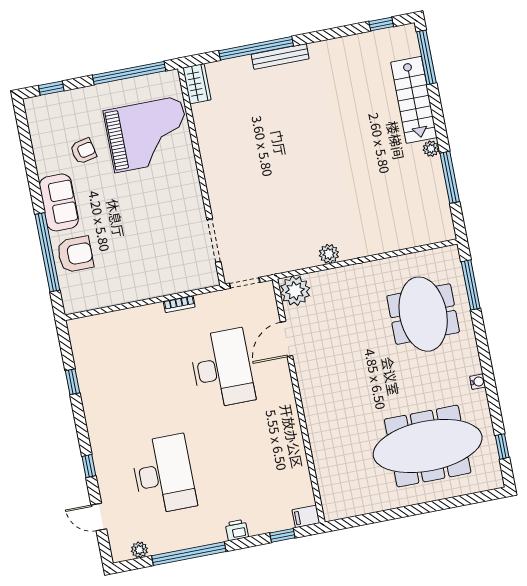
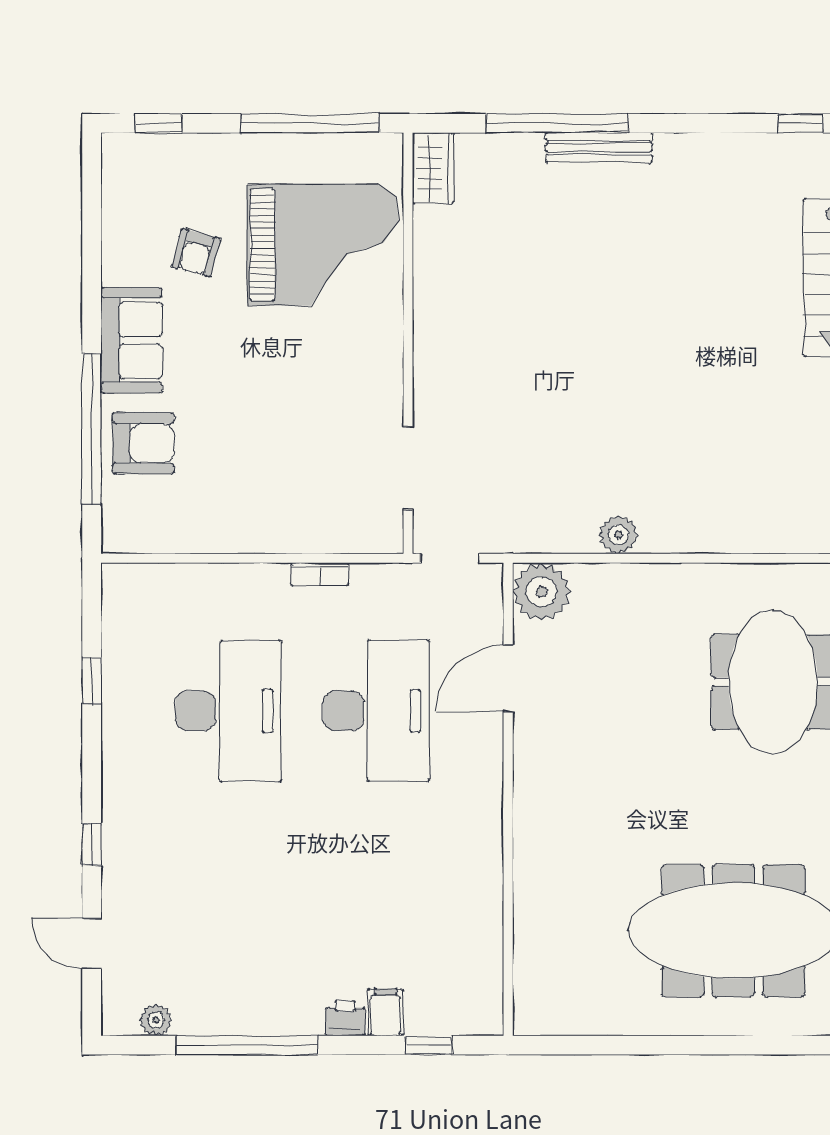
armchair: (83, 151) -> (196, 253), turned 117
desk: (164, 475) -> (228, 711), moved
filing cabinet: (306, 516) -> (386, 1012), moved, turned 90

